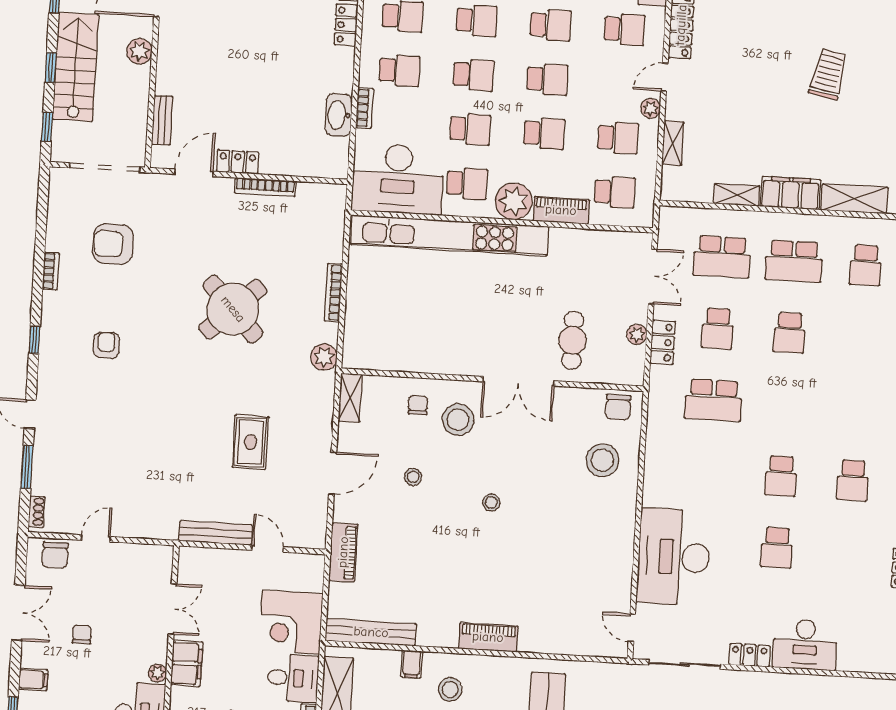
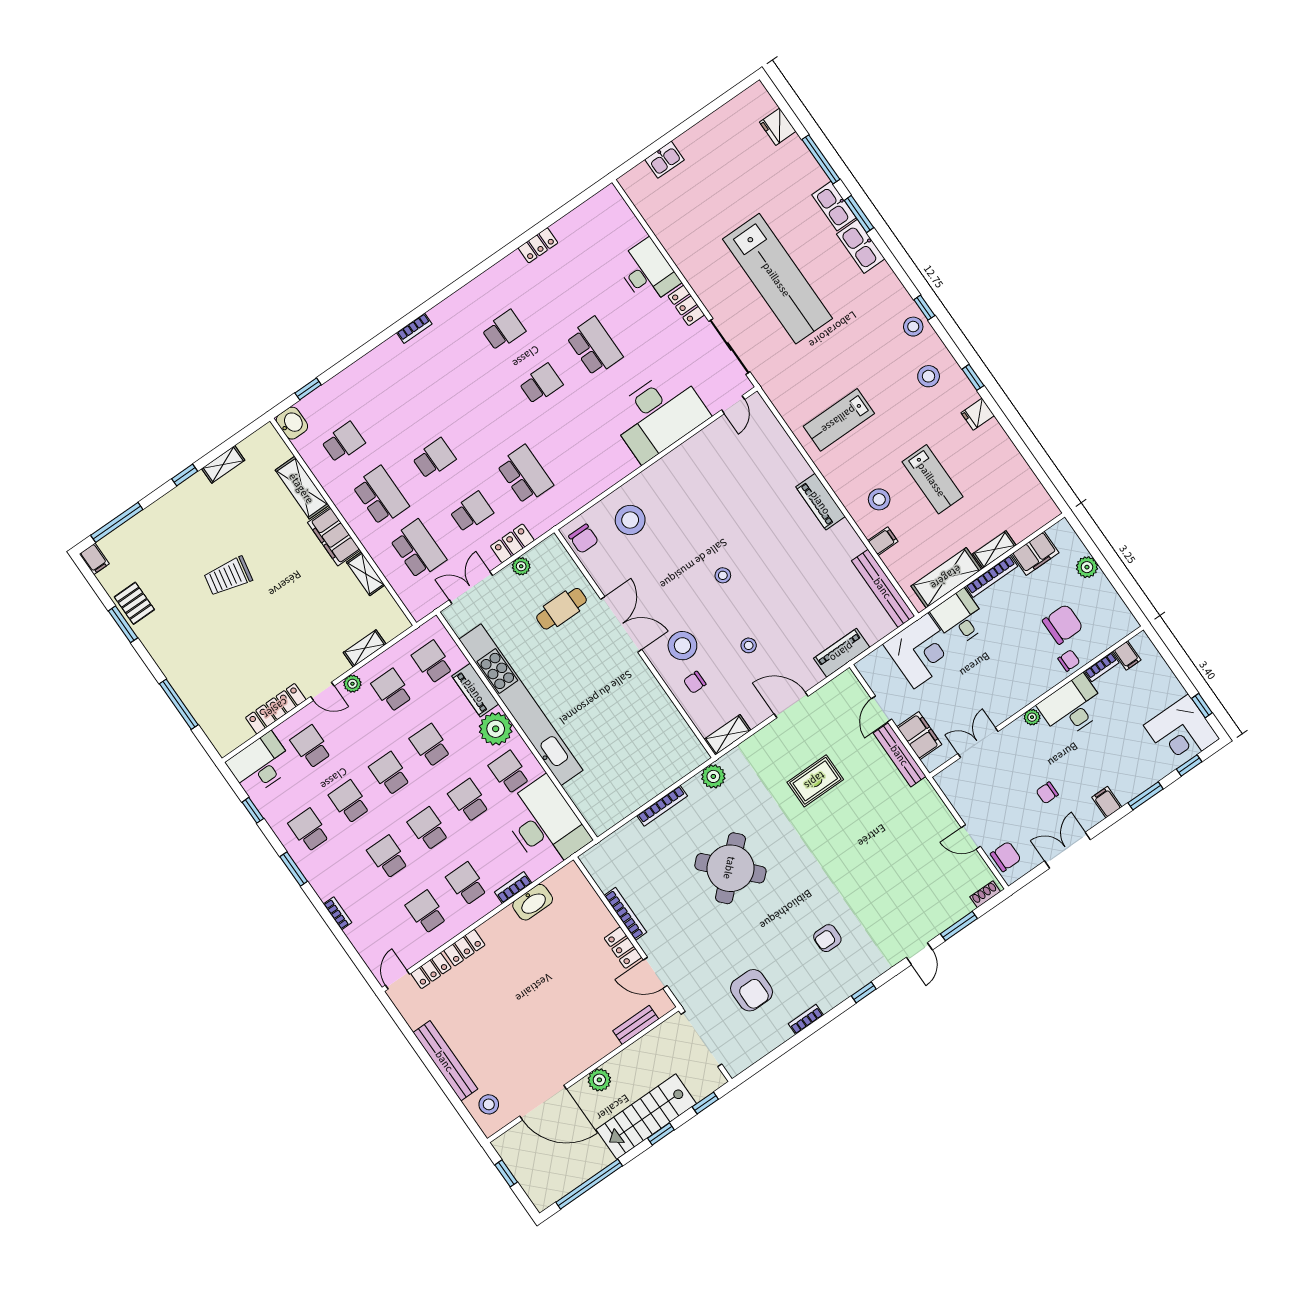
kitchen unit: (449, 236) -> (521, 705), moved
chair: (618, 407) -> (584, 539), turned 90
school desk: (777, 548) -> (594, 347), width x1.85
filing cabinet: (187, 663) -> (919, 736), moved, turned 90

